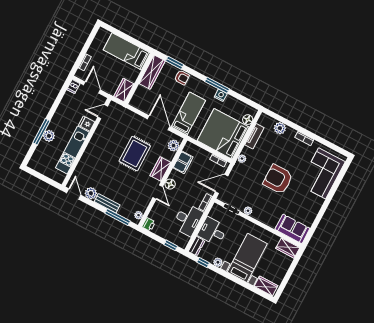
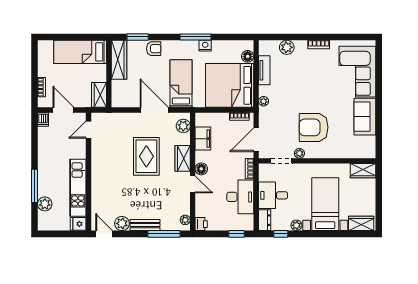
fridge: (87, 124) -> (78, 224), moved
plant: (49, 136) -> (45, 204), moved
armchair: (278, 179) -> (314, 127), moved
sofa: (292, 229) -> (365, 117), moved, turned -90

